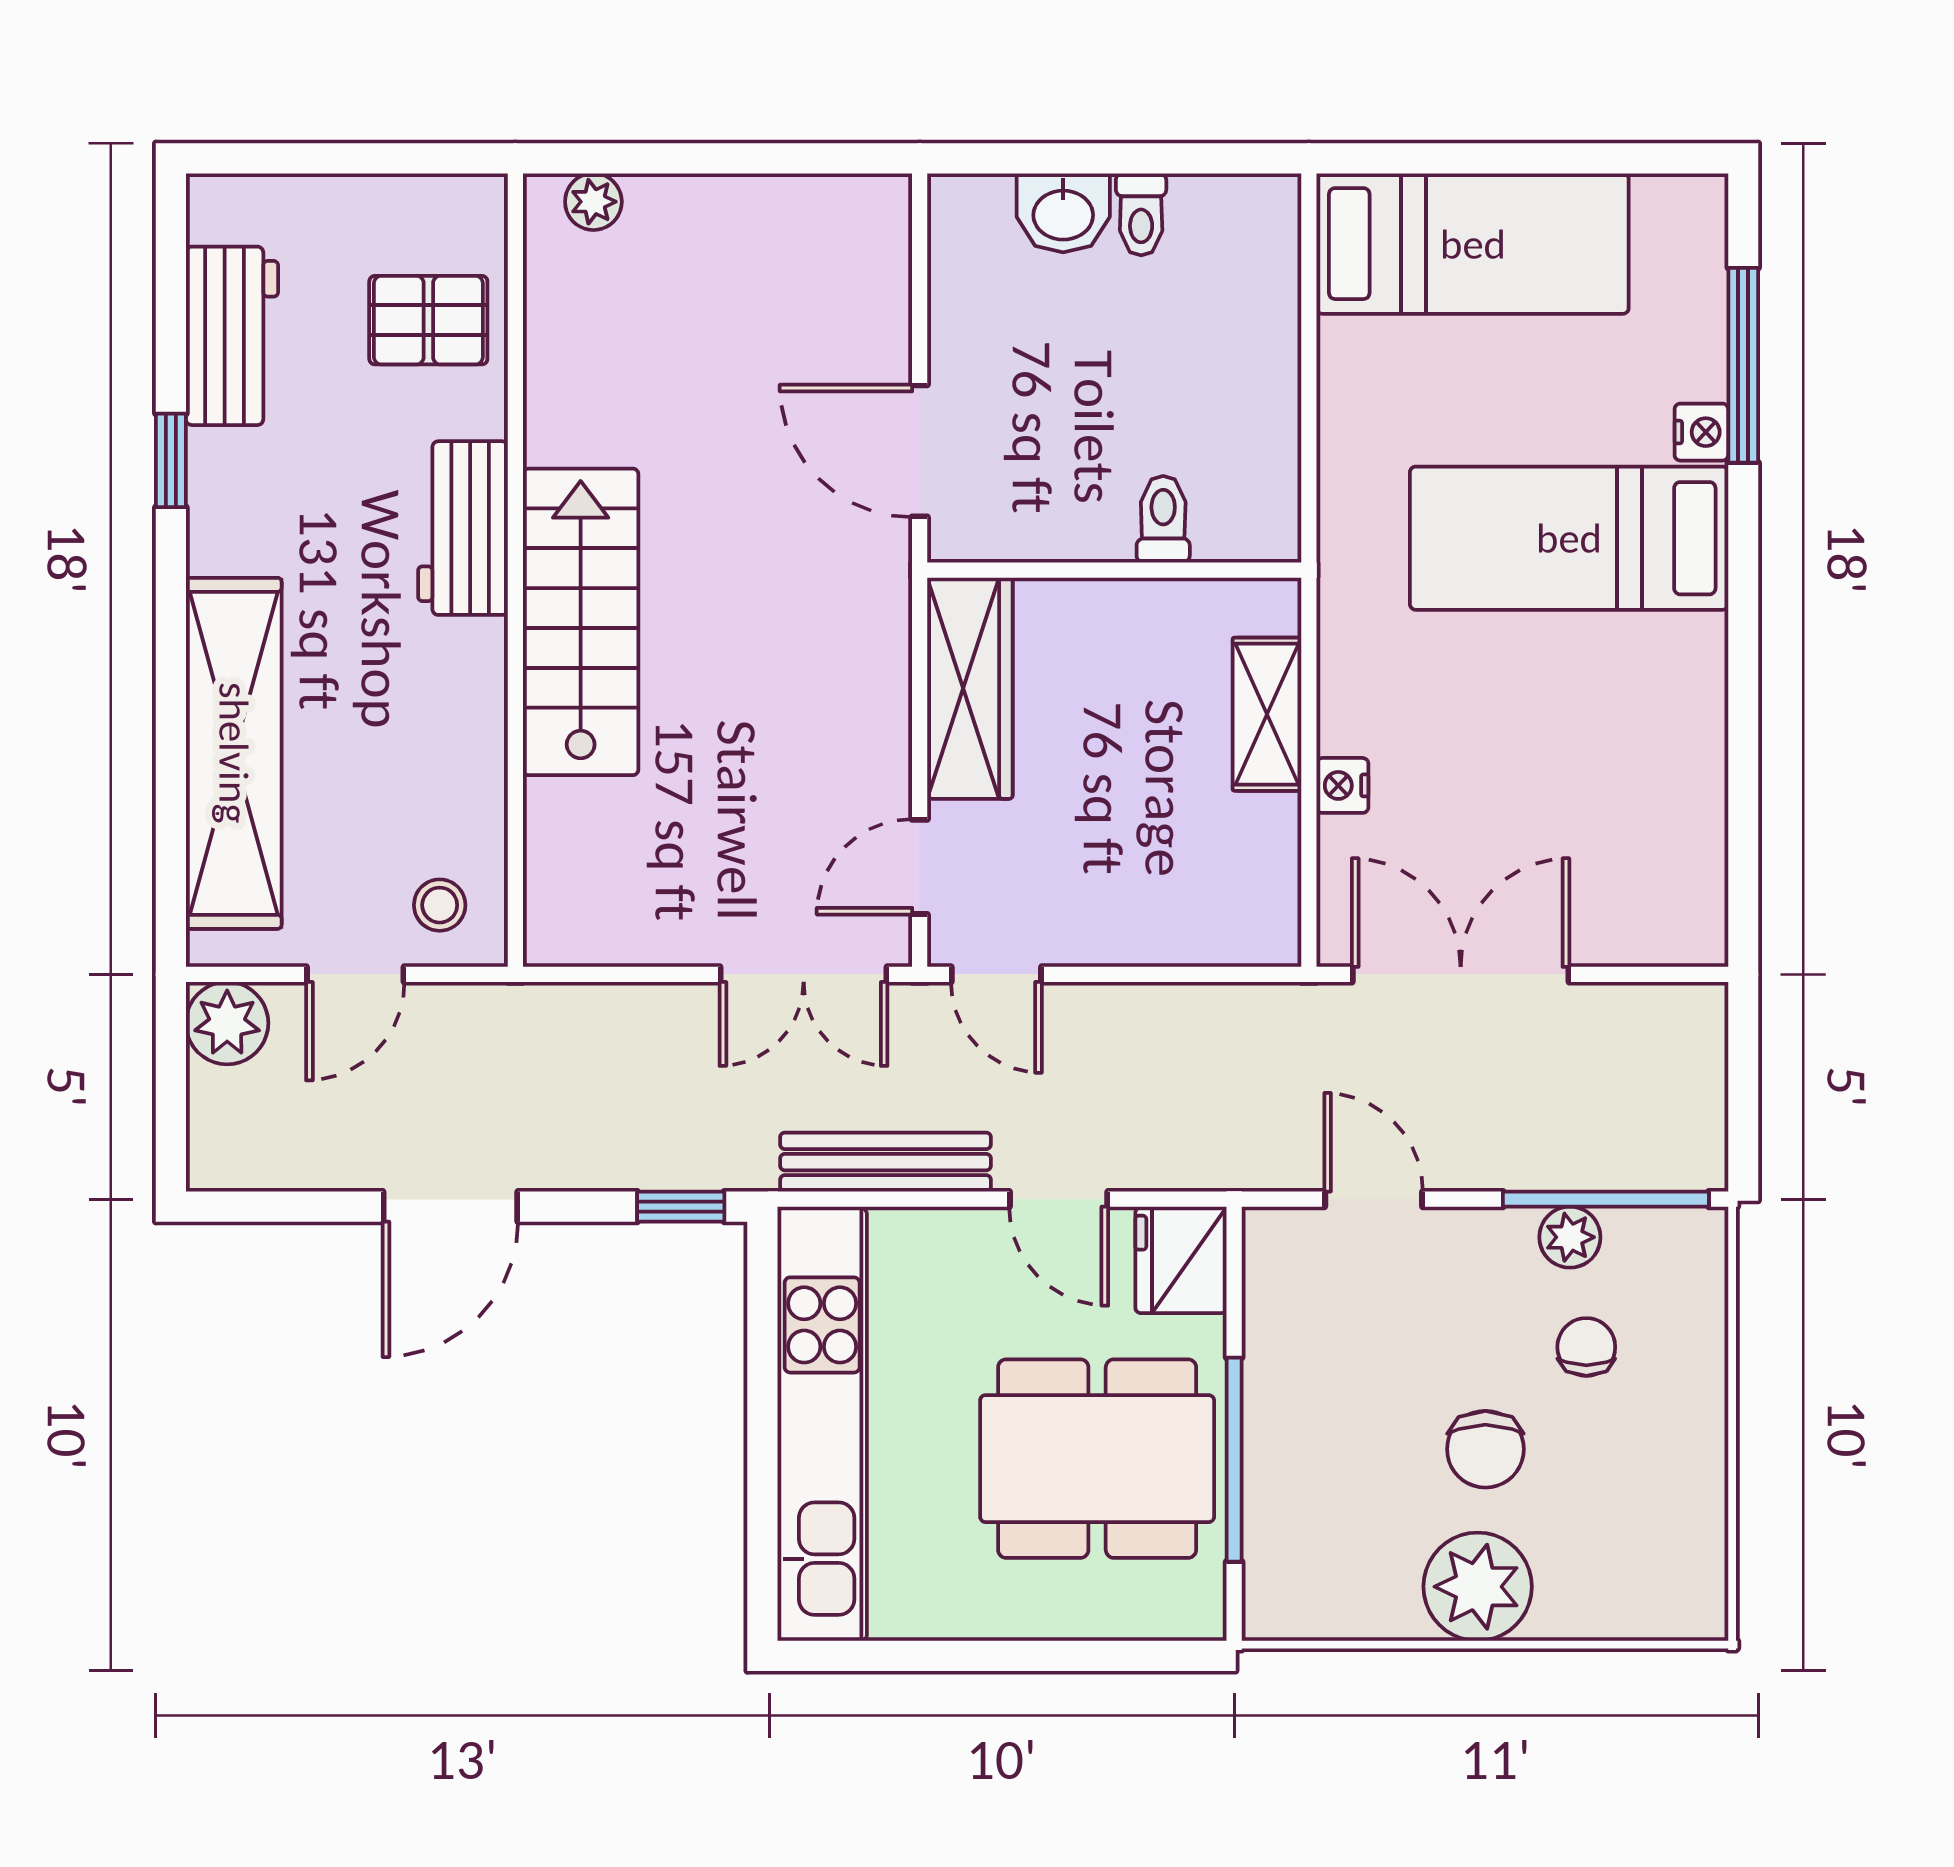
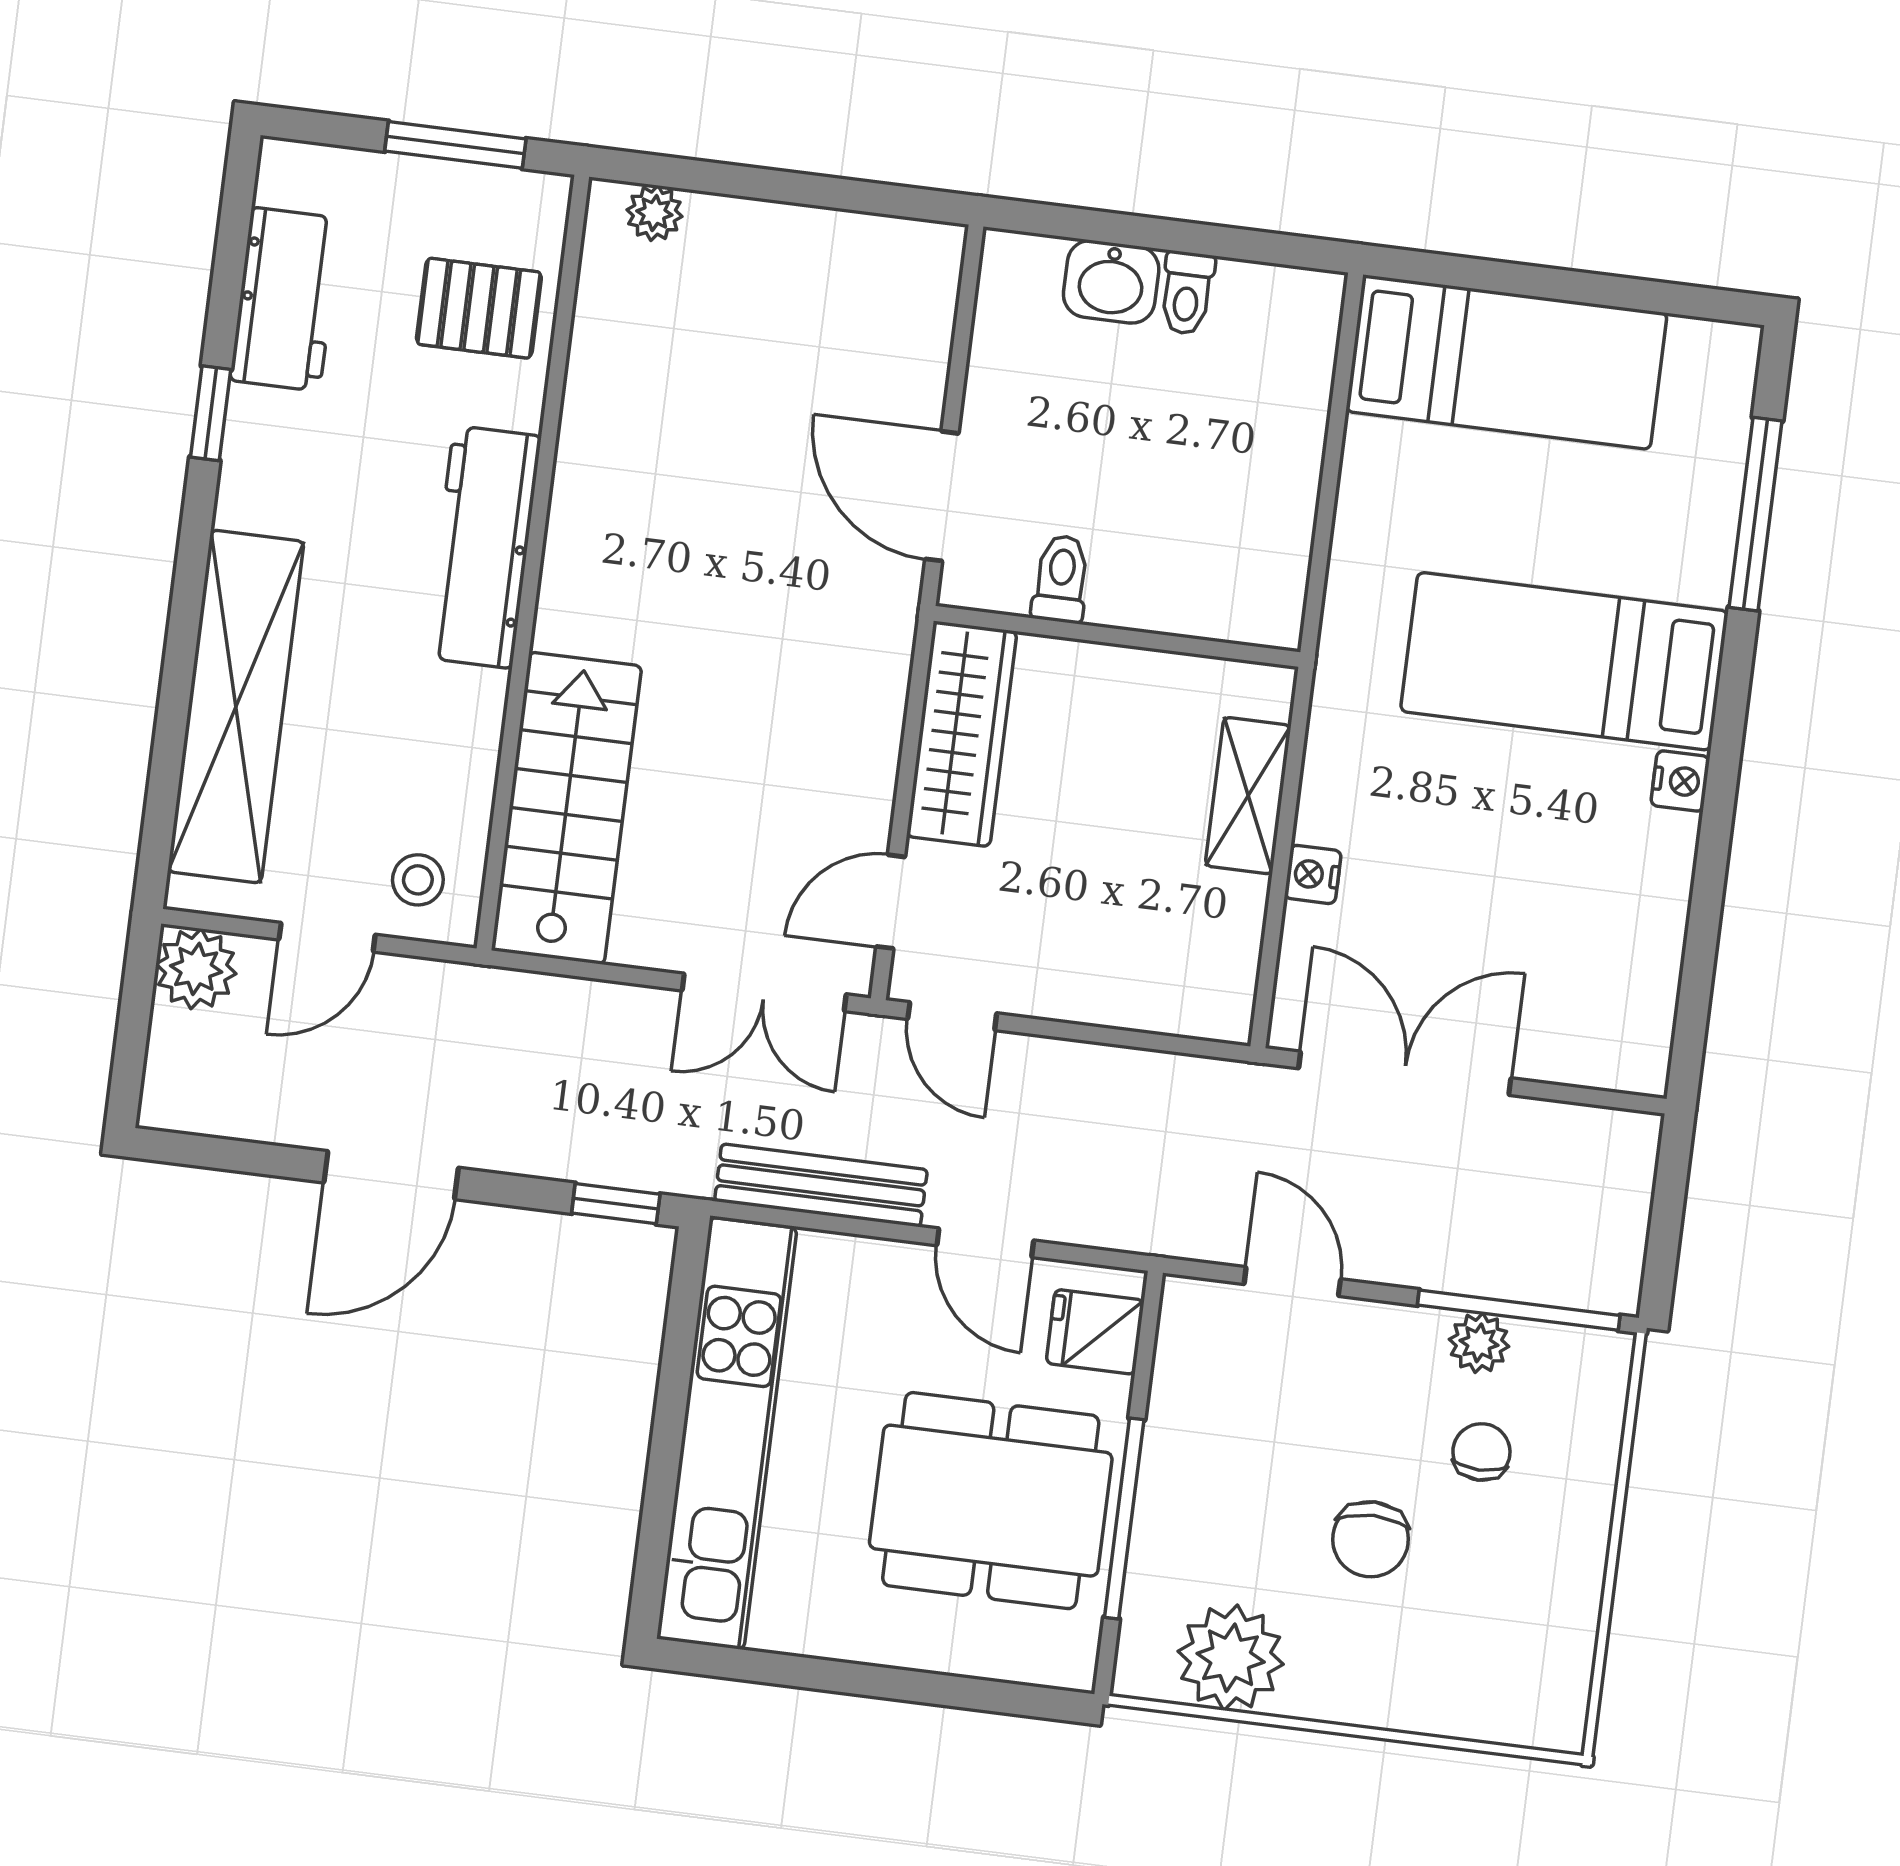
window: (384, 158) -> (455, 145), added
nightstand: (1701, 432) -> (1680, 781), moved
toilet: (1163, 519) -> (1061, 579), moved
workbench: (463, 528) -> (483, 547), width x1.38
stairs: (581, 622) -> (567, 808), moved
fridge: (1181, 1260) -> (1095, 1332), width x0.72
plant: (1478, 1587) -> (1231, 1658), moved

